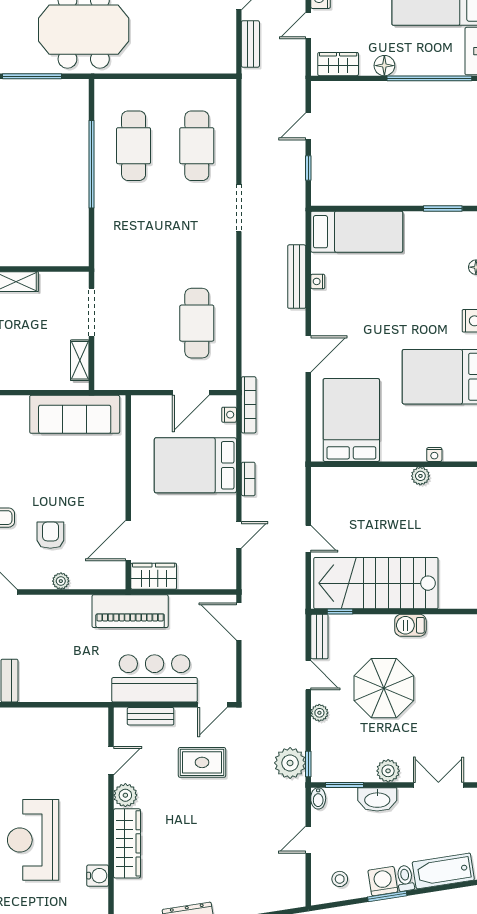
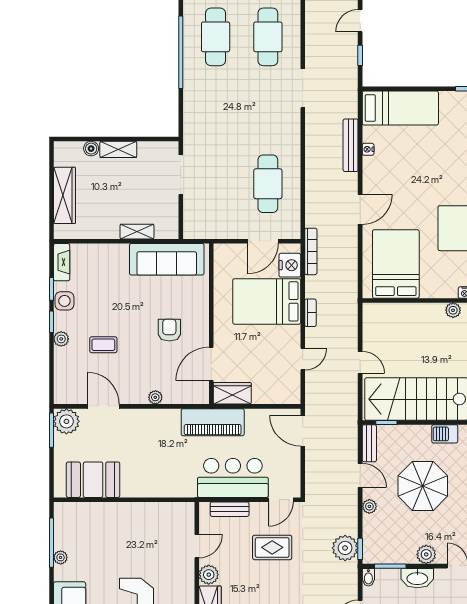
shelving: (80, 360) -> (137, 232), moved, turned 90
nightstand: (229, 415) -> (290, 265), width x1.89, depth x1.79
armchair: (50, 535) -> (169, 330), moved

